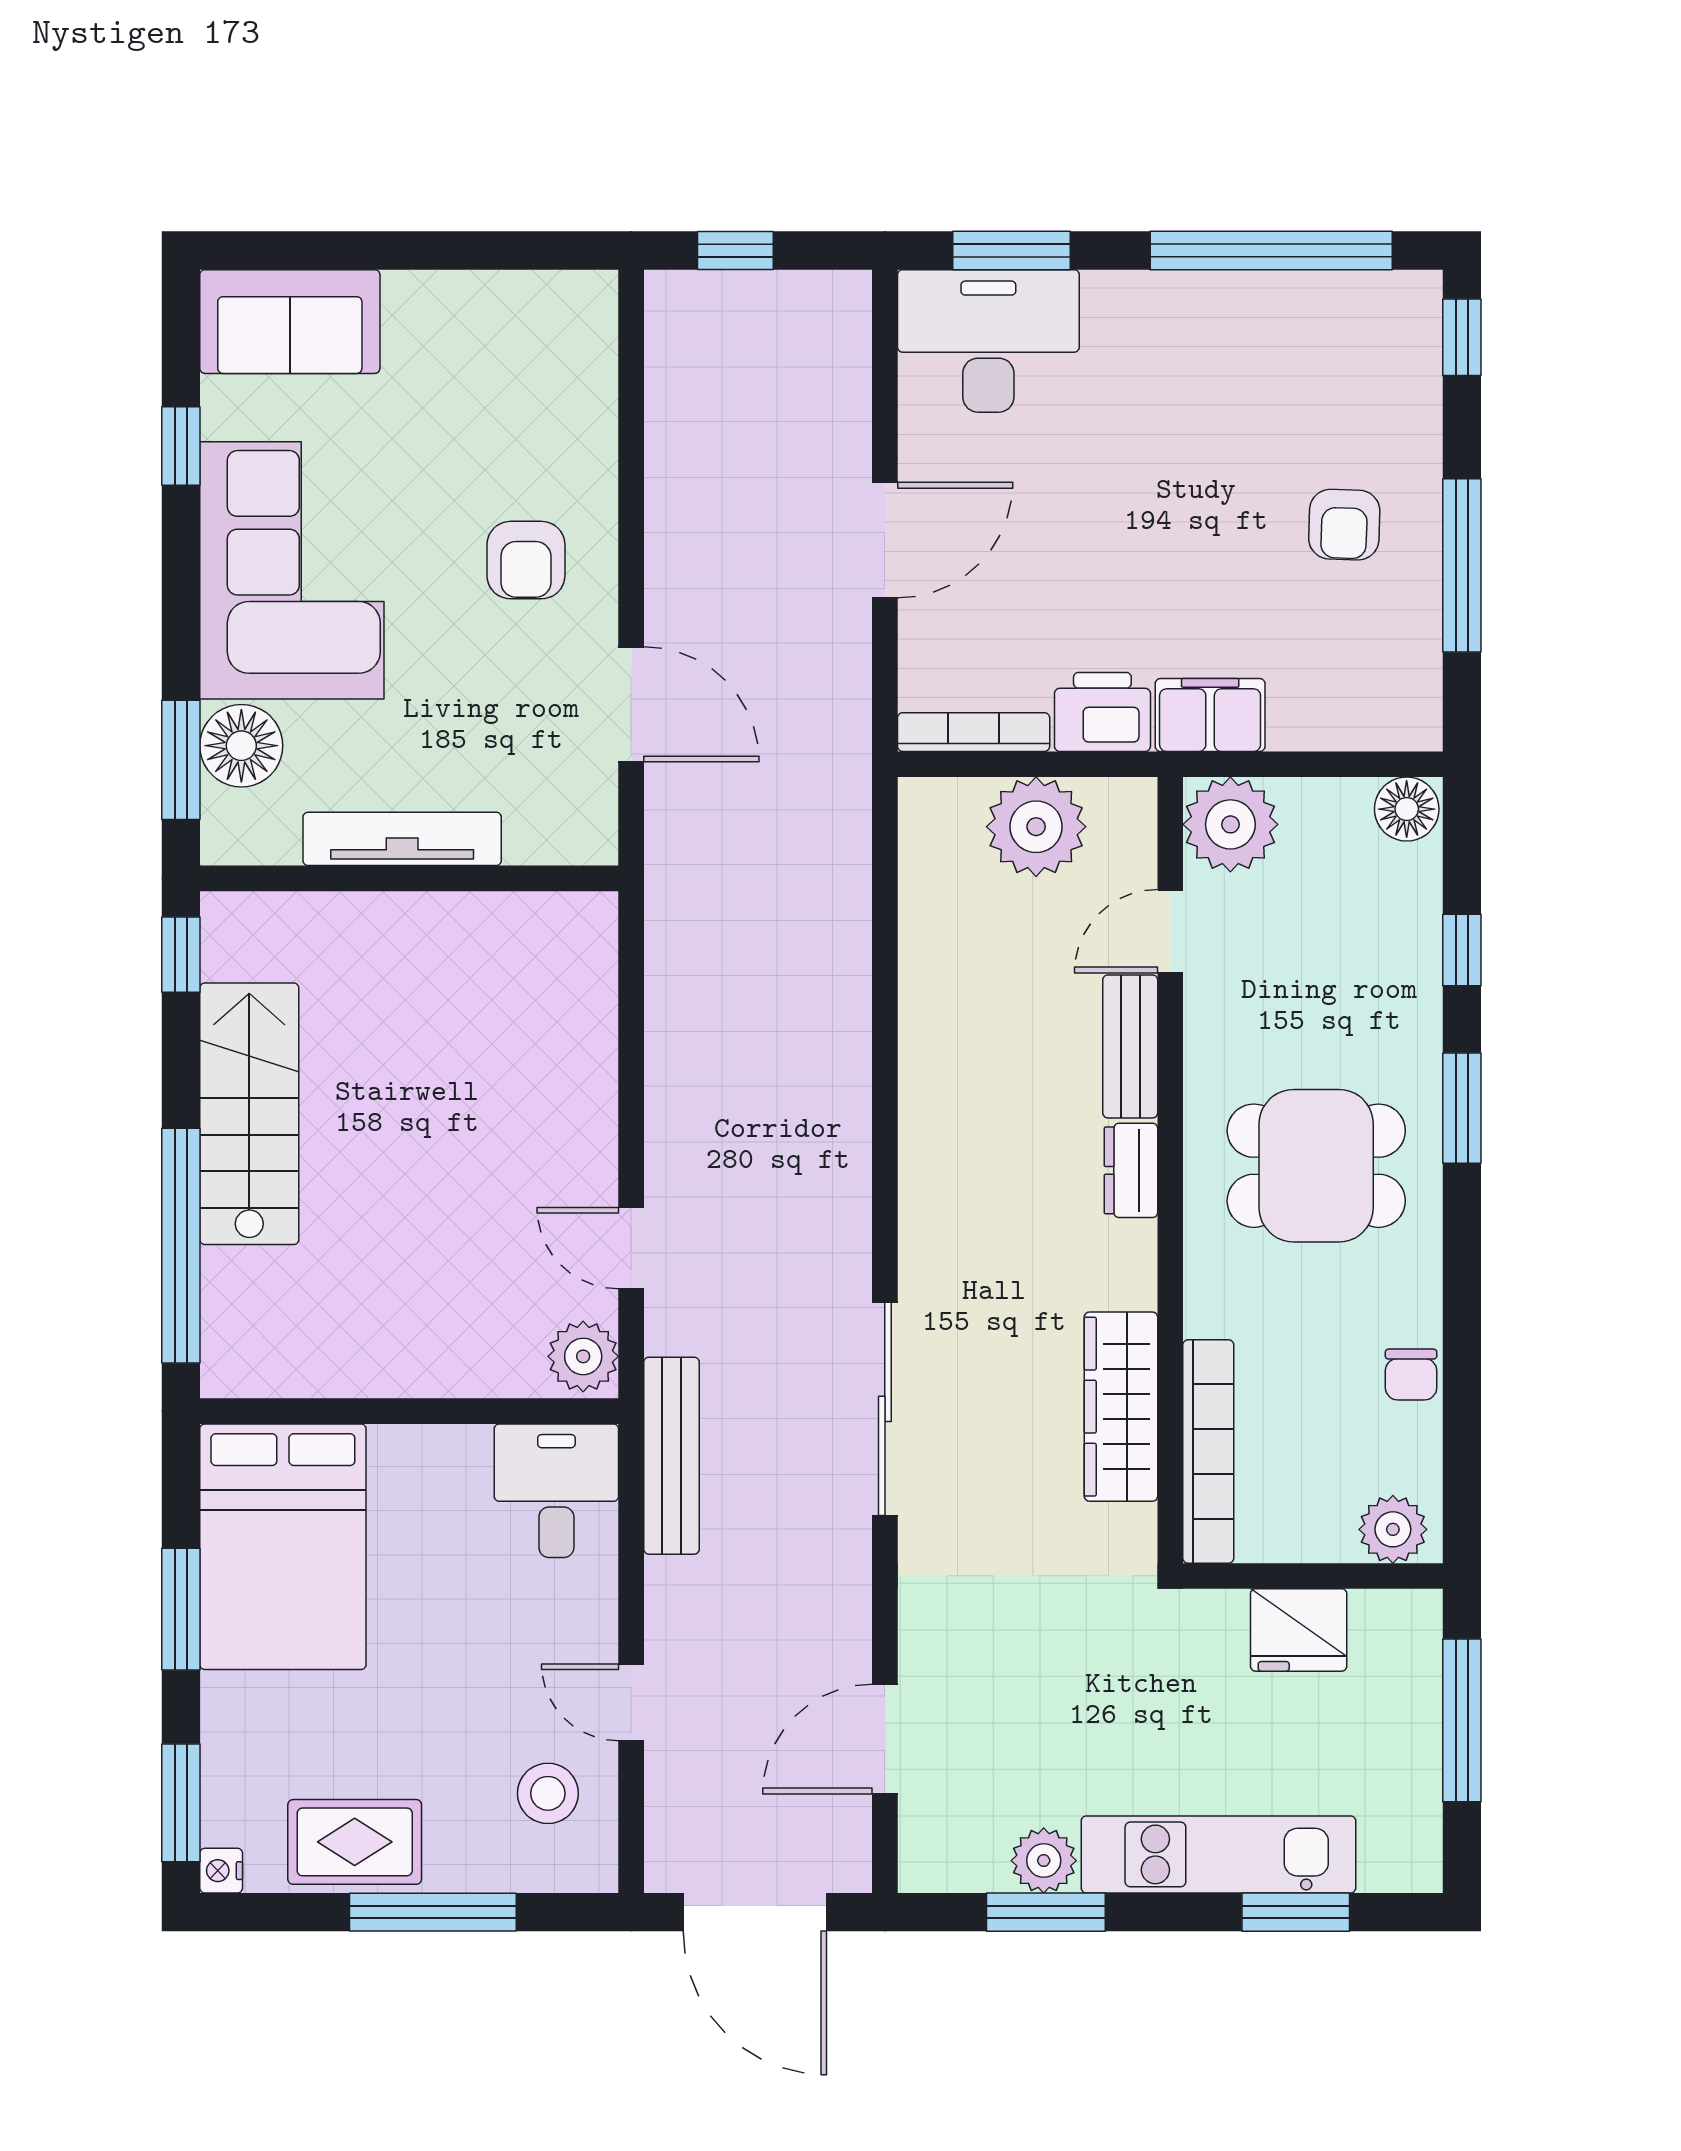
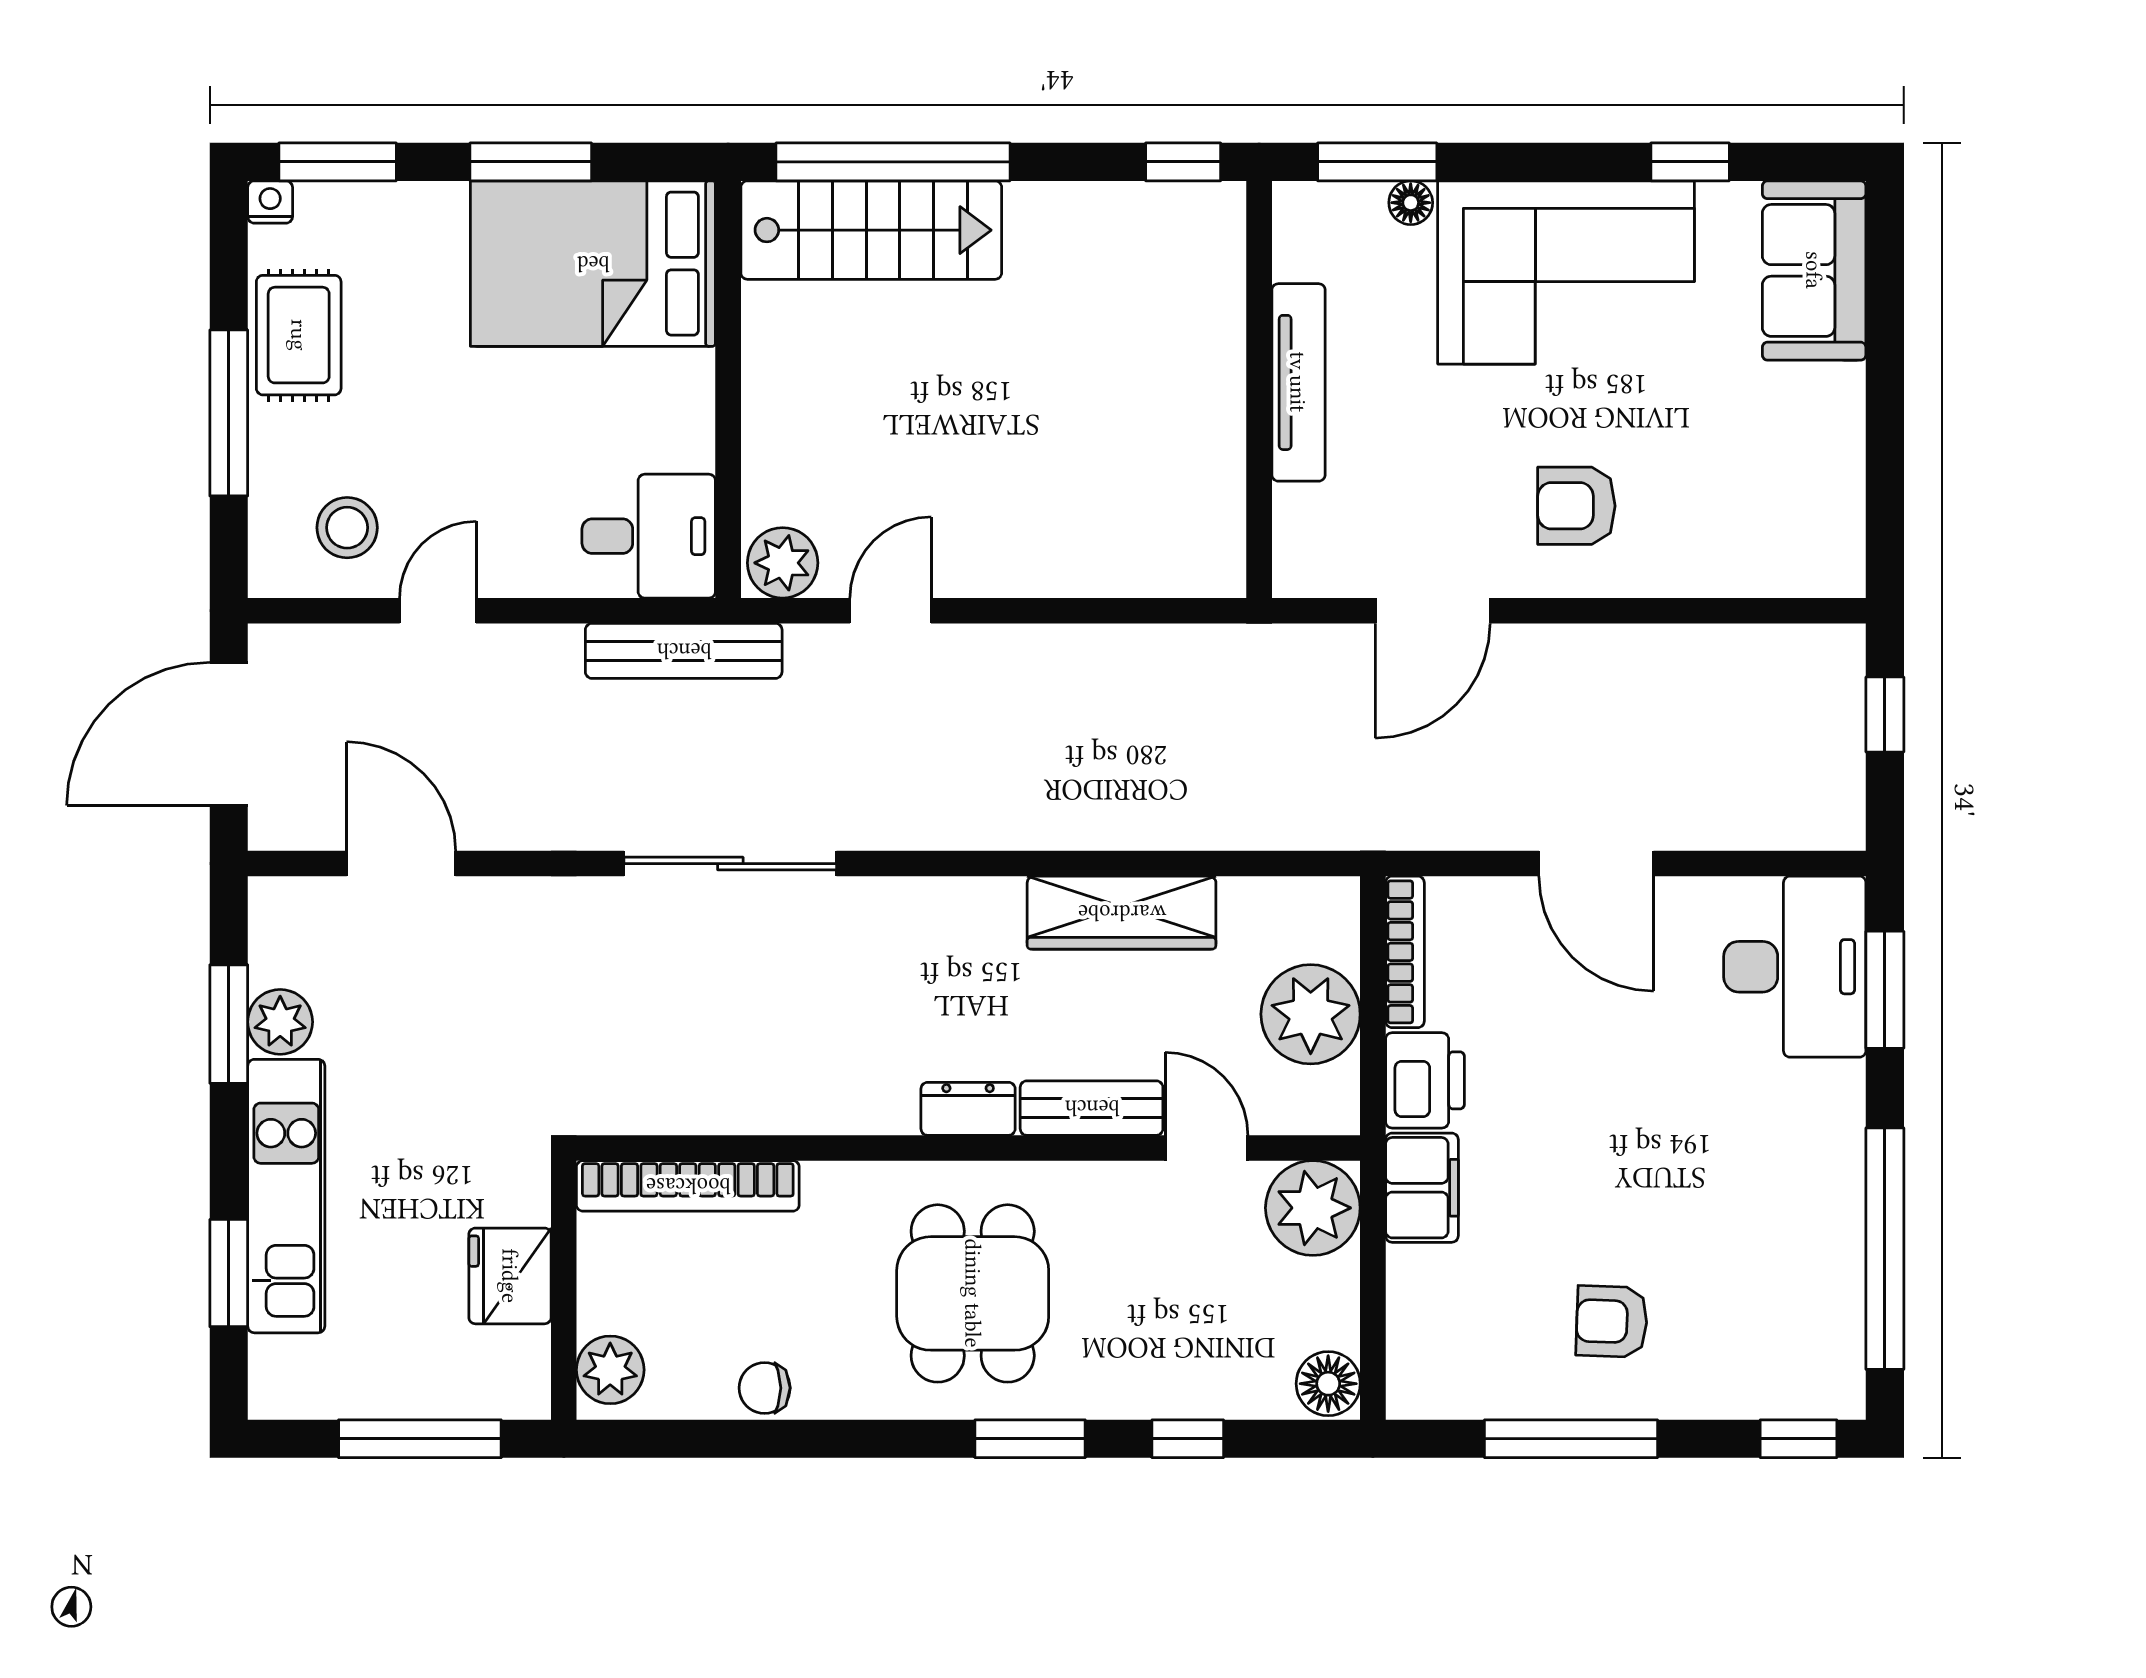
floor lamp: (241, 746) -> (1411, 203), width x0.53, depth x0.53
stairs: (249, 1114) -> (871, 230), moved
wardrobe: (1121, 1407) -> (1122, 913), moved, turned 180

